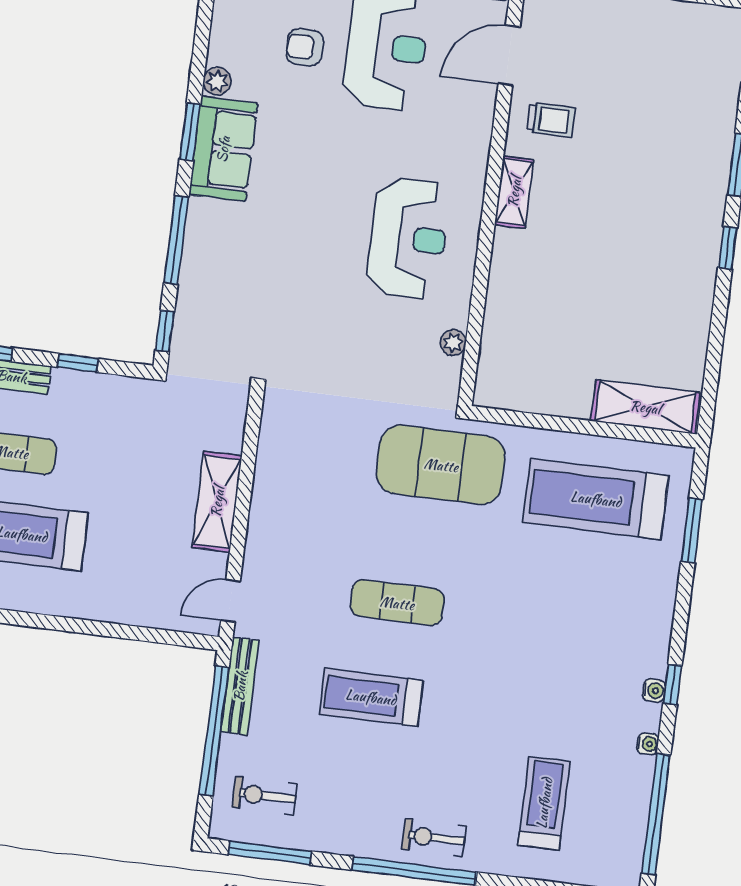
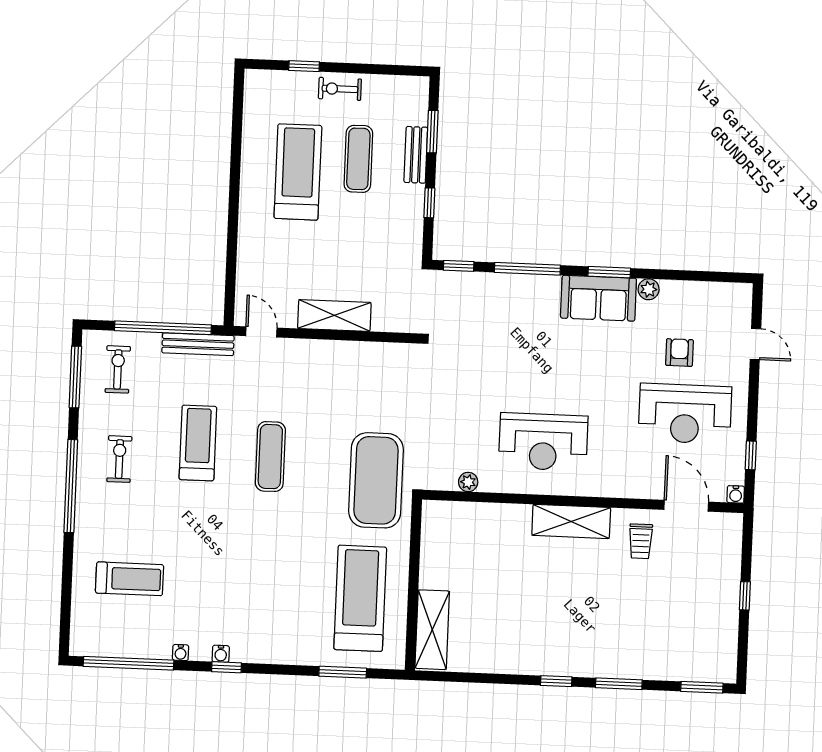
shelving: (514, 192) -> (571, 521), width x1.50, depth x1.33
exercise bike: (434, 838) -> (119, 459), moved

